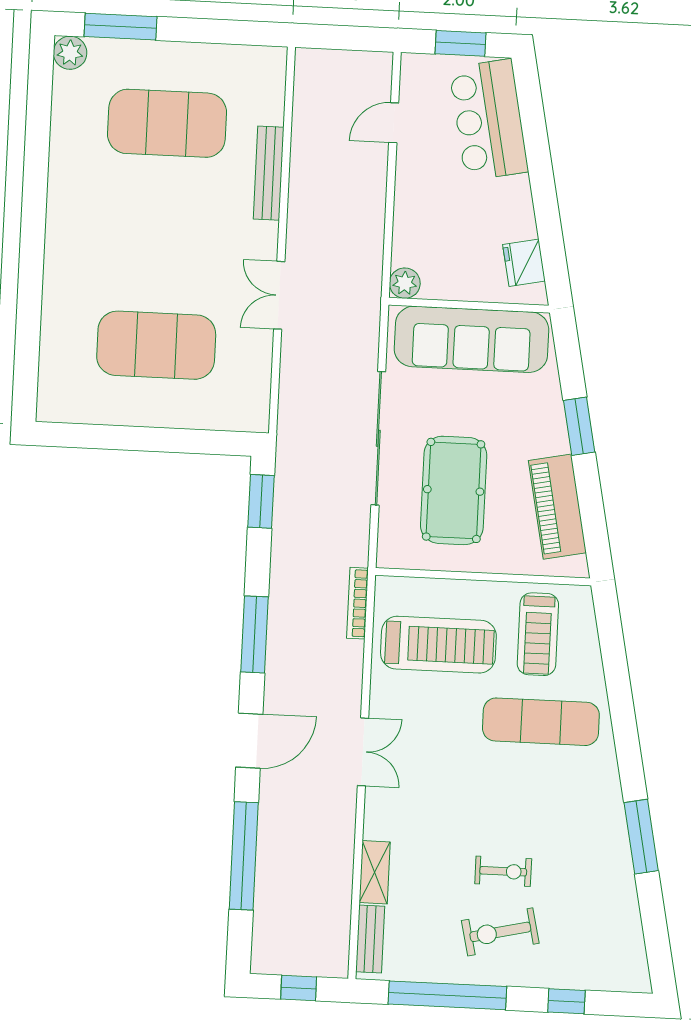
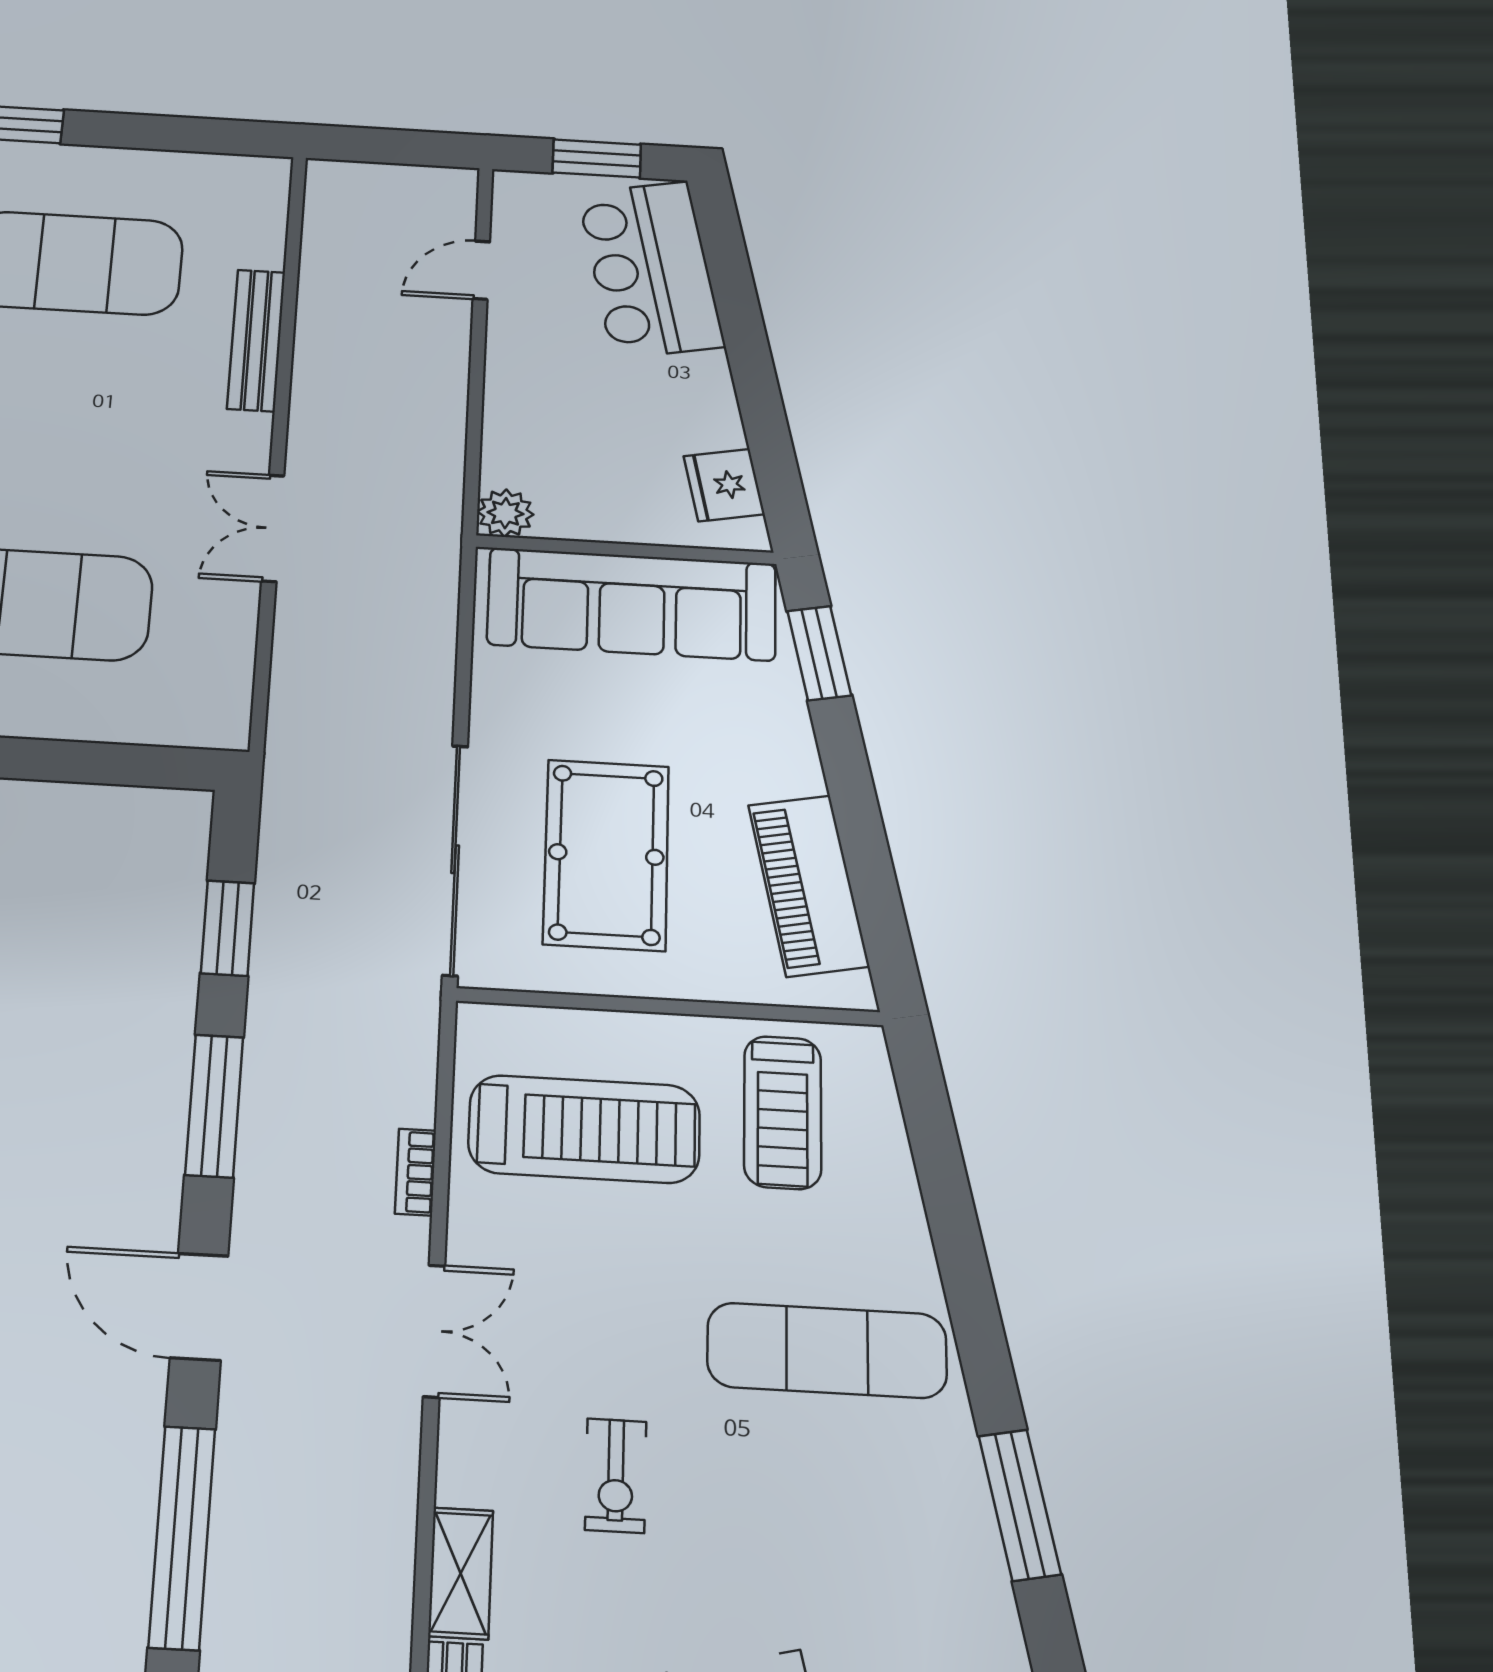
window: (579, 426) -> (819, 653), moved
sliding door: (378, 438) -> (455, 859), moved
window: (261, 501) -> (227, 928), moved
bookcase: (358, 603) -> (416, 1172), moved, width x0.64
exercise mat: (541, 722) -> (827, 1350), moved
door: (249, 741) -> (199, 1307), swing flipped
exercise bike: (503, 871) -> (616, 1476), moved, turned 90

